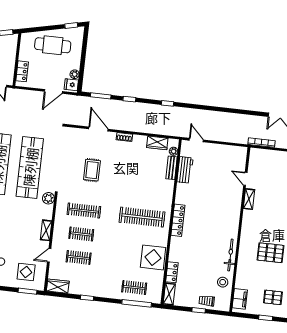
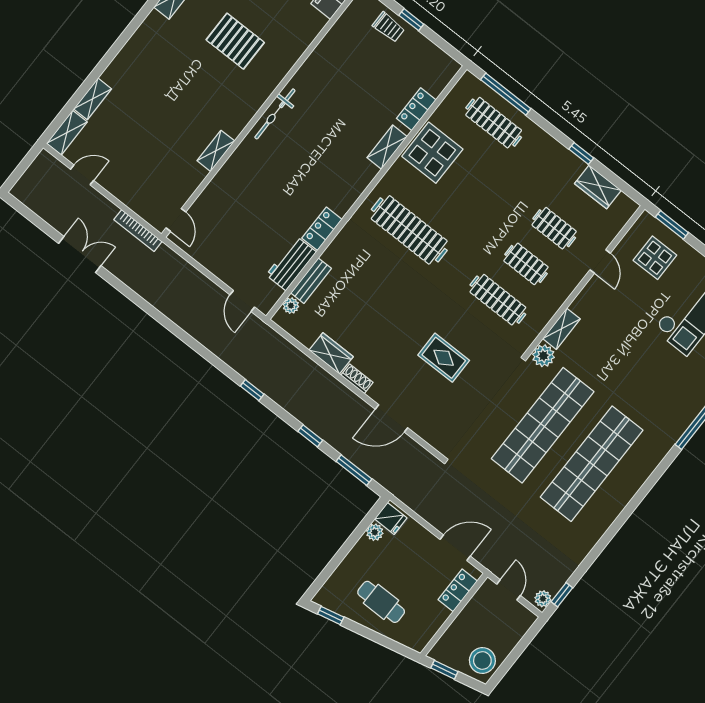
cafe table: (53, 45) -> (381, 602), width x0.73, depth x0.74
door: (53, 91) -> (455, 548), moved
door: (98, 129) -> (392, 418), hinge flipped
wardrobe: (157, 143) -> (331, 353), moved
rug: (92, 170) -> (444, 358), turned 90
door: (245, 179) -> (176, 220), moved
locker: (178, 220) -> (322, 229), moved, width x0.66
shelving: (46, 230) -> (562, 329), moved
door: (49, 255) -> (600, 261), hinge flipped
bicycle: (230, 255) -> (275, 114), moved
stool: (223, 282) -> (343, 42), removed
wardrobe: (58, 286) -> (598, 187), moved
clothes rail: (134, 287) -> (494, 123), width x1.36
shelving: (169, 294) -> (387, 147), moved

